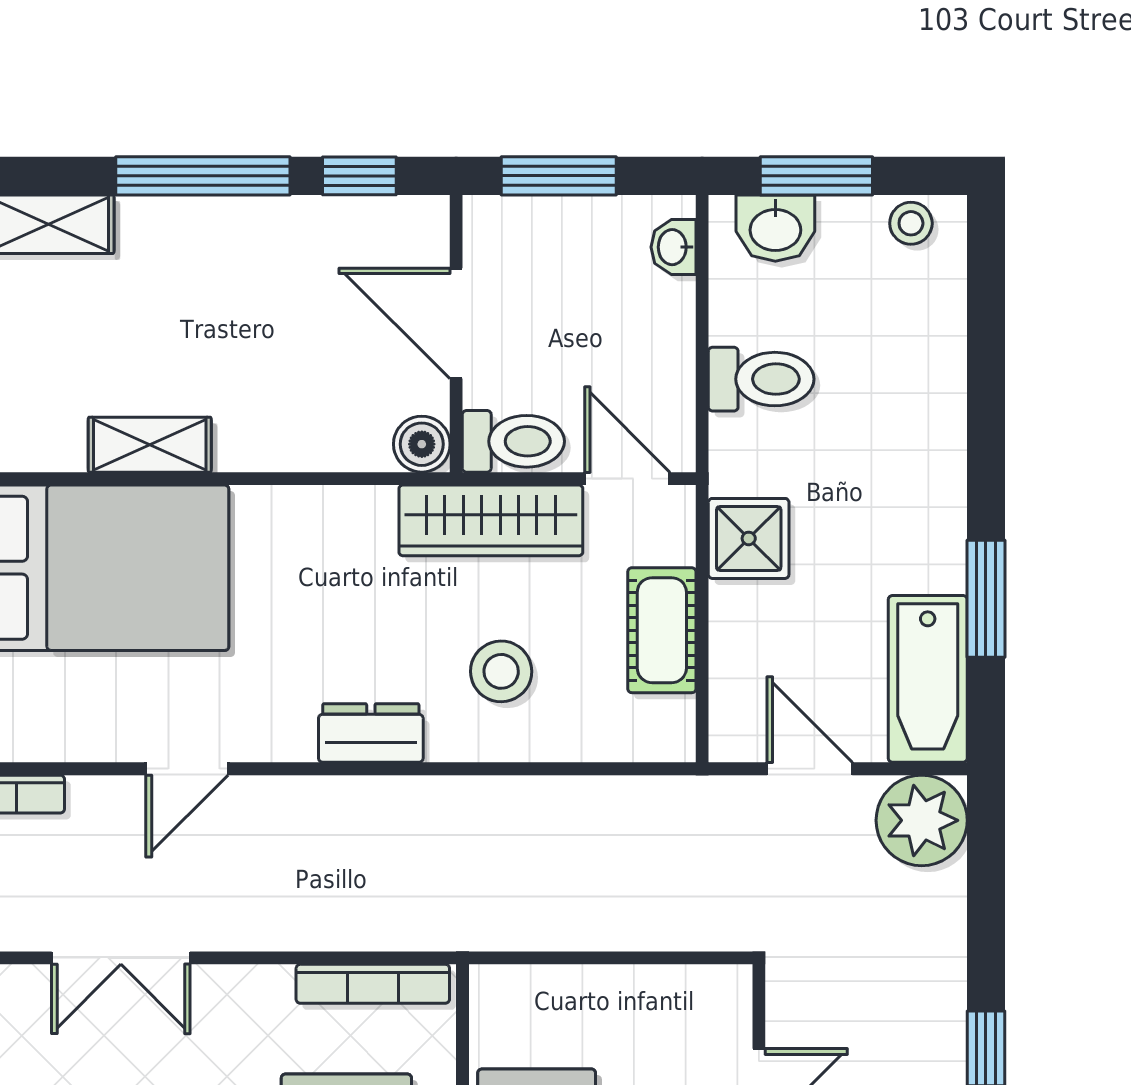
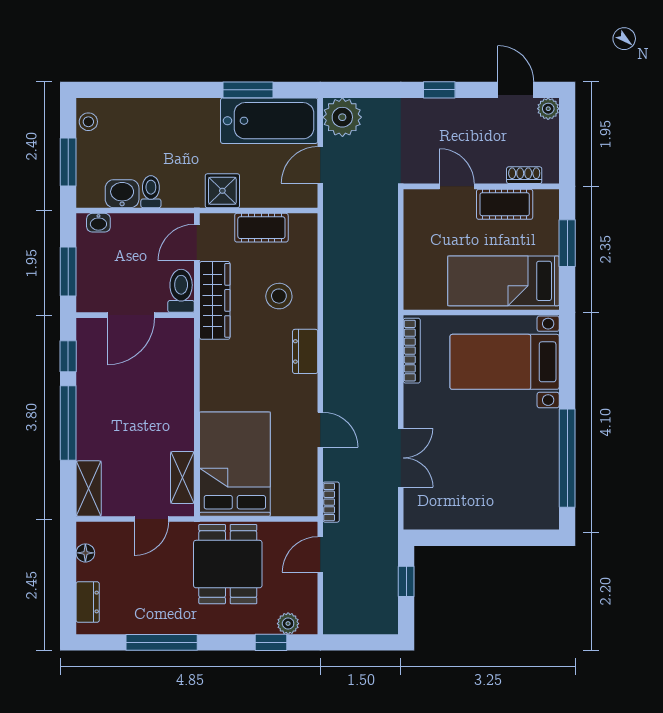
washbasin: (775, 228) -> (122, 194), moved, turned -90
toilet: (761, 379) -> (151, 192), width x0.73, depth x0.72
boiler: (422, 444) -> (182, 330), removed
shelving: (150, 445) -> (182, 477), moved
bathtub: (928, 679) -> (269, 121), width x1.36, depth x1.36

